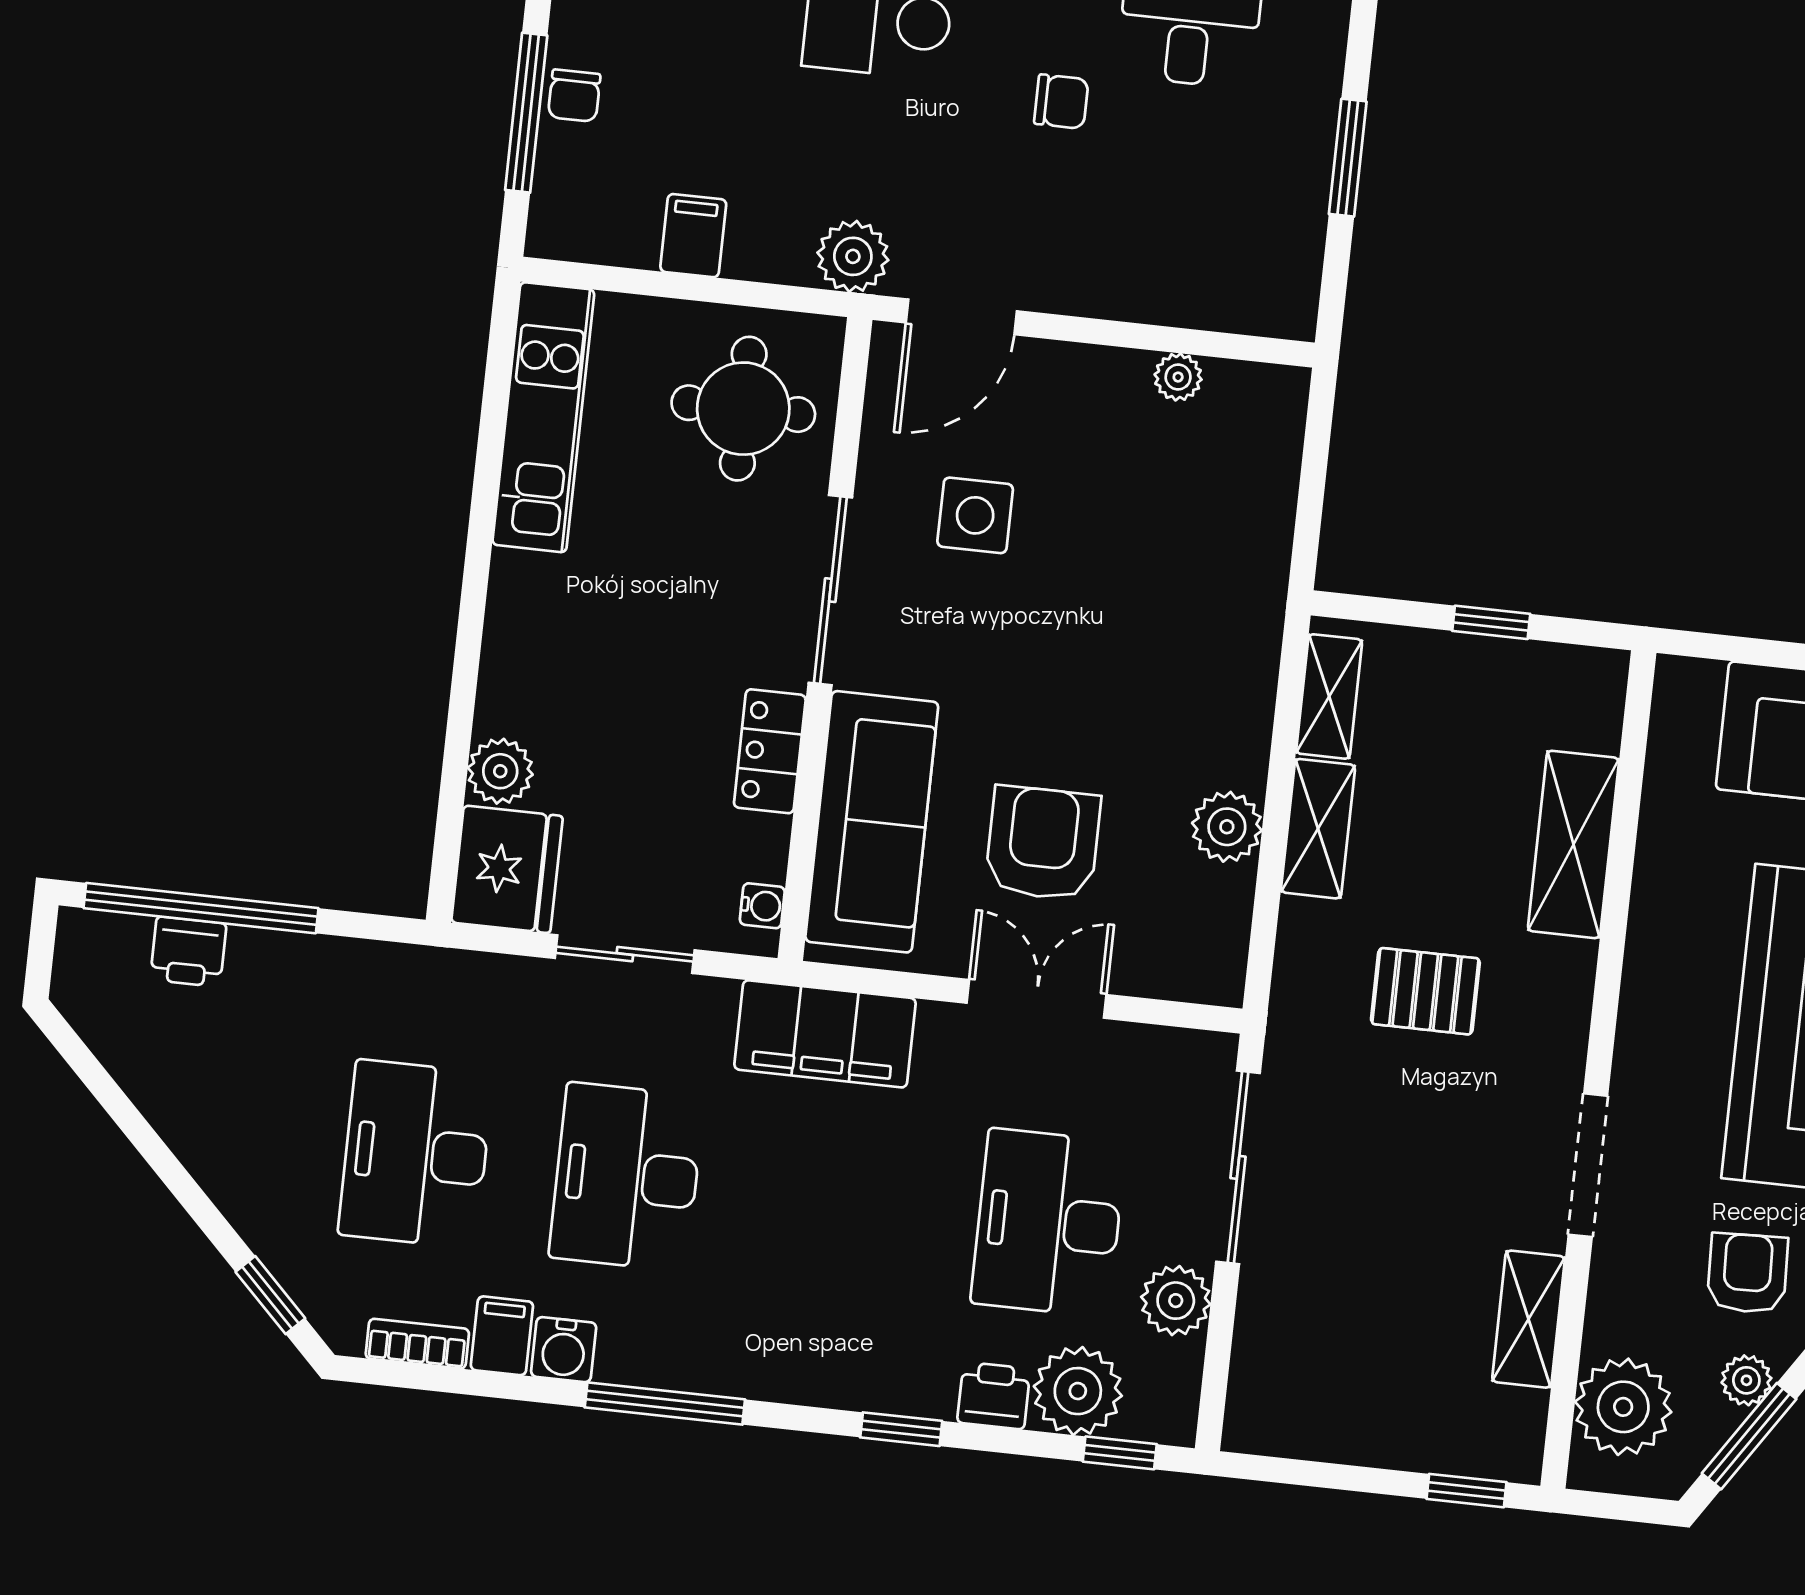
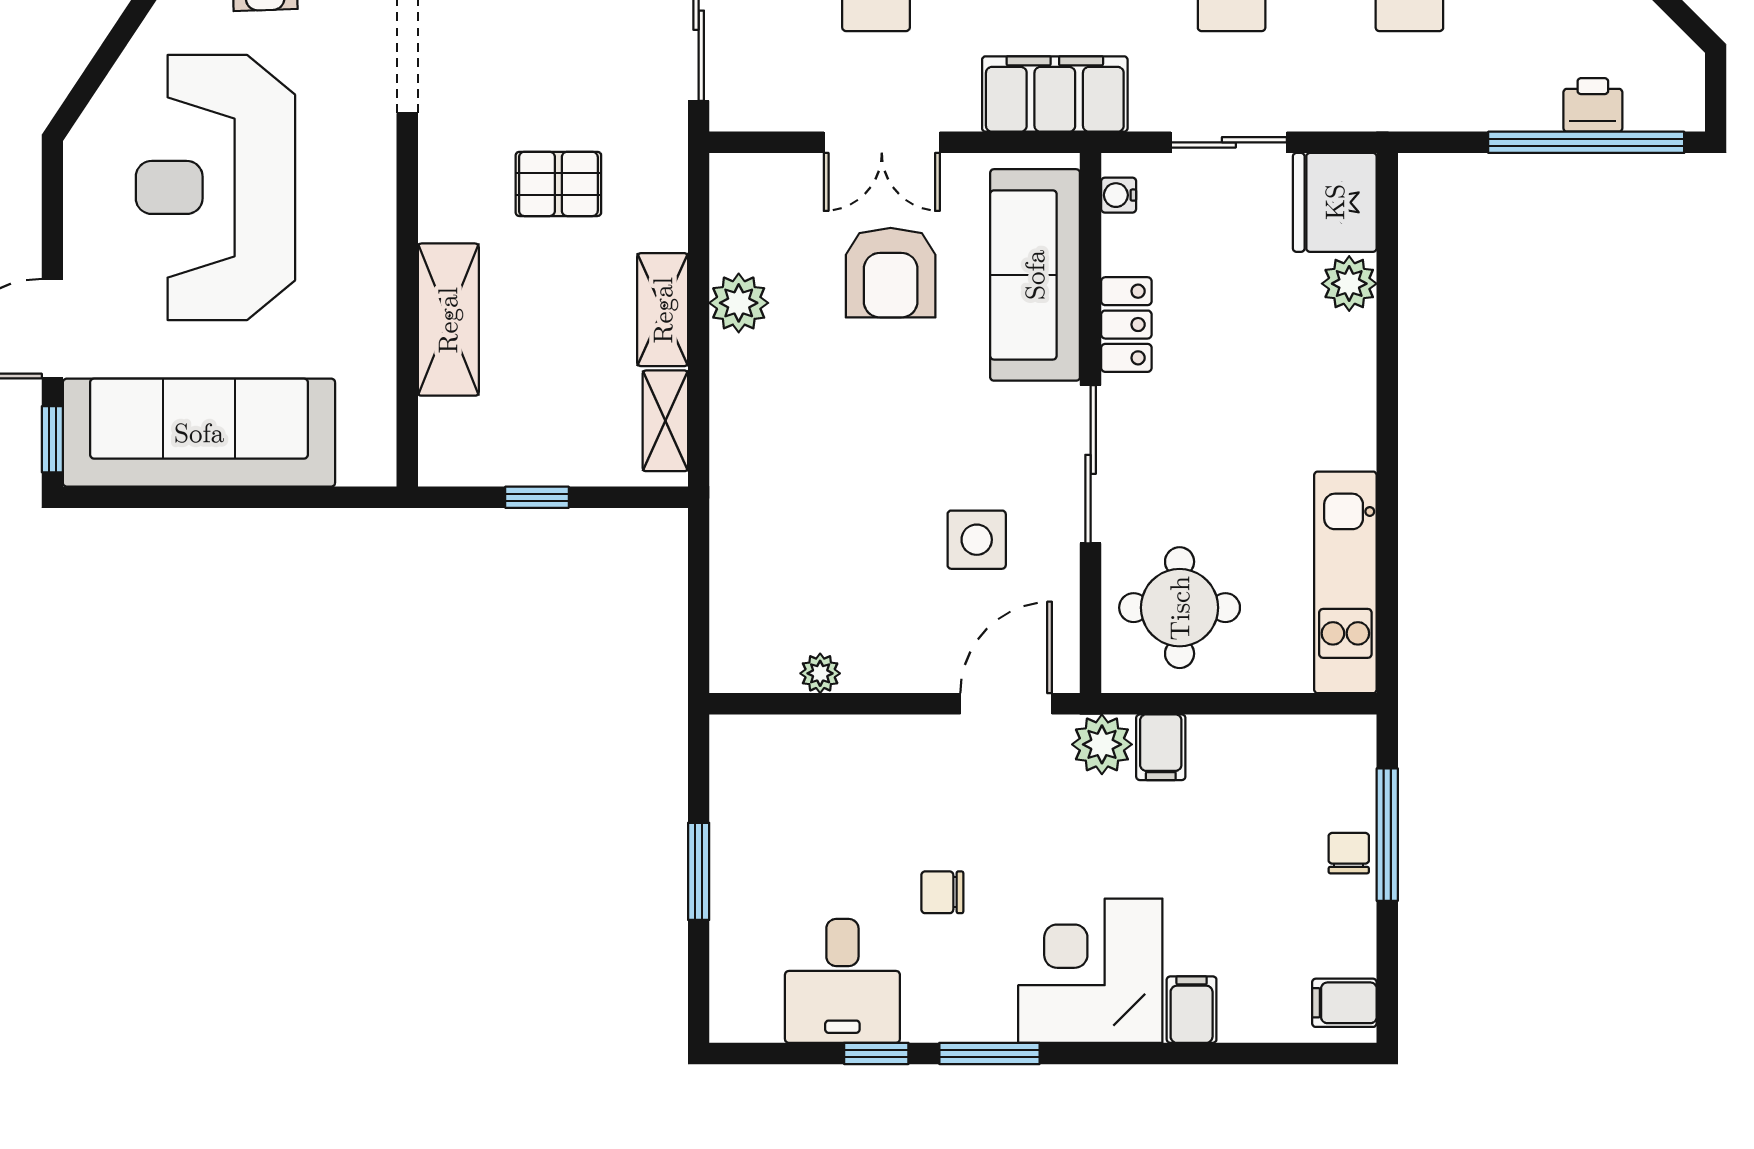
filing cabinet: (693, 236) -> (1161, 747), moved

